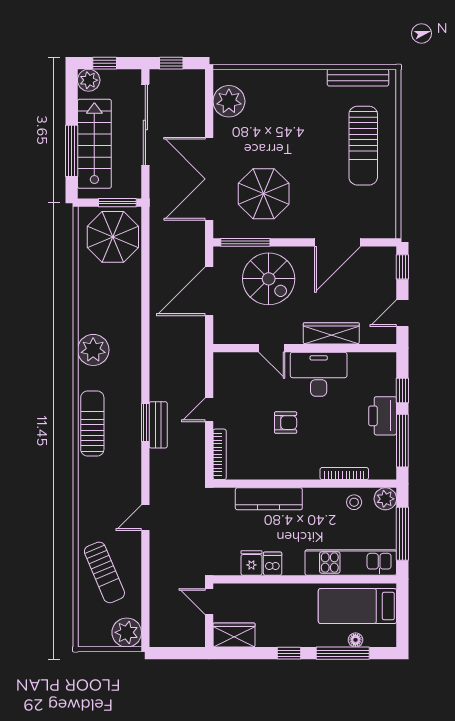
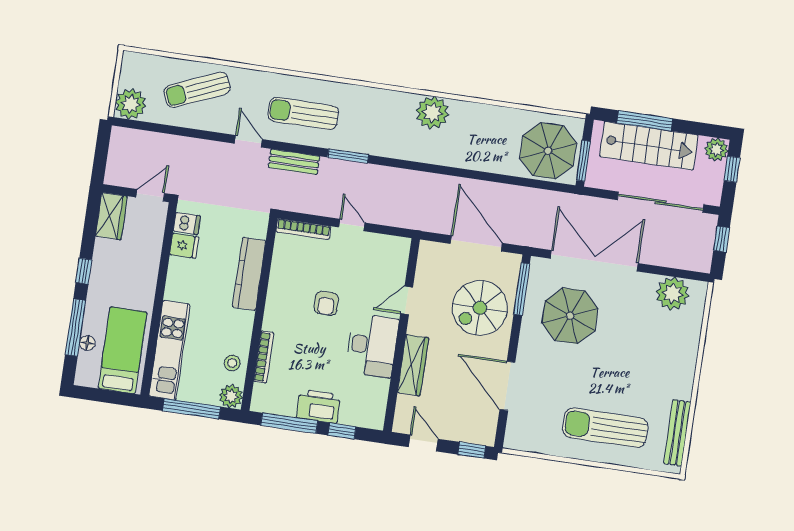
sun lounger: (92, 424) -> (303, 113), moved, turned 180
bench: (158, 425) -> (294, 162), moved
dishwasher: (273, 564) -> (187, 223), moved

